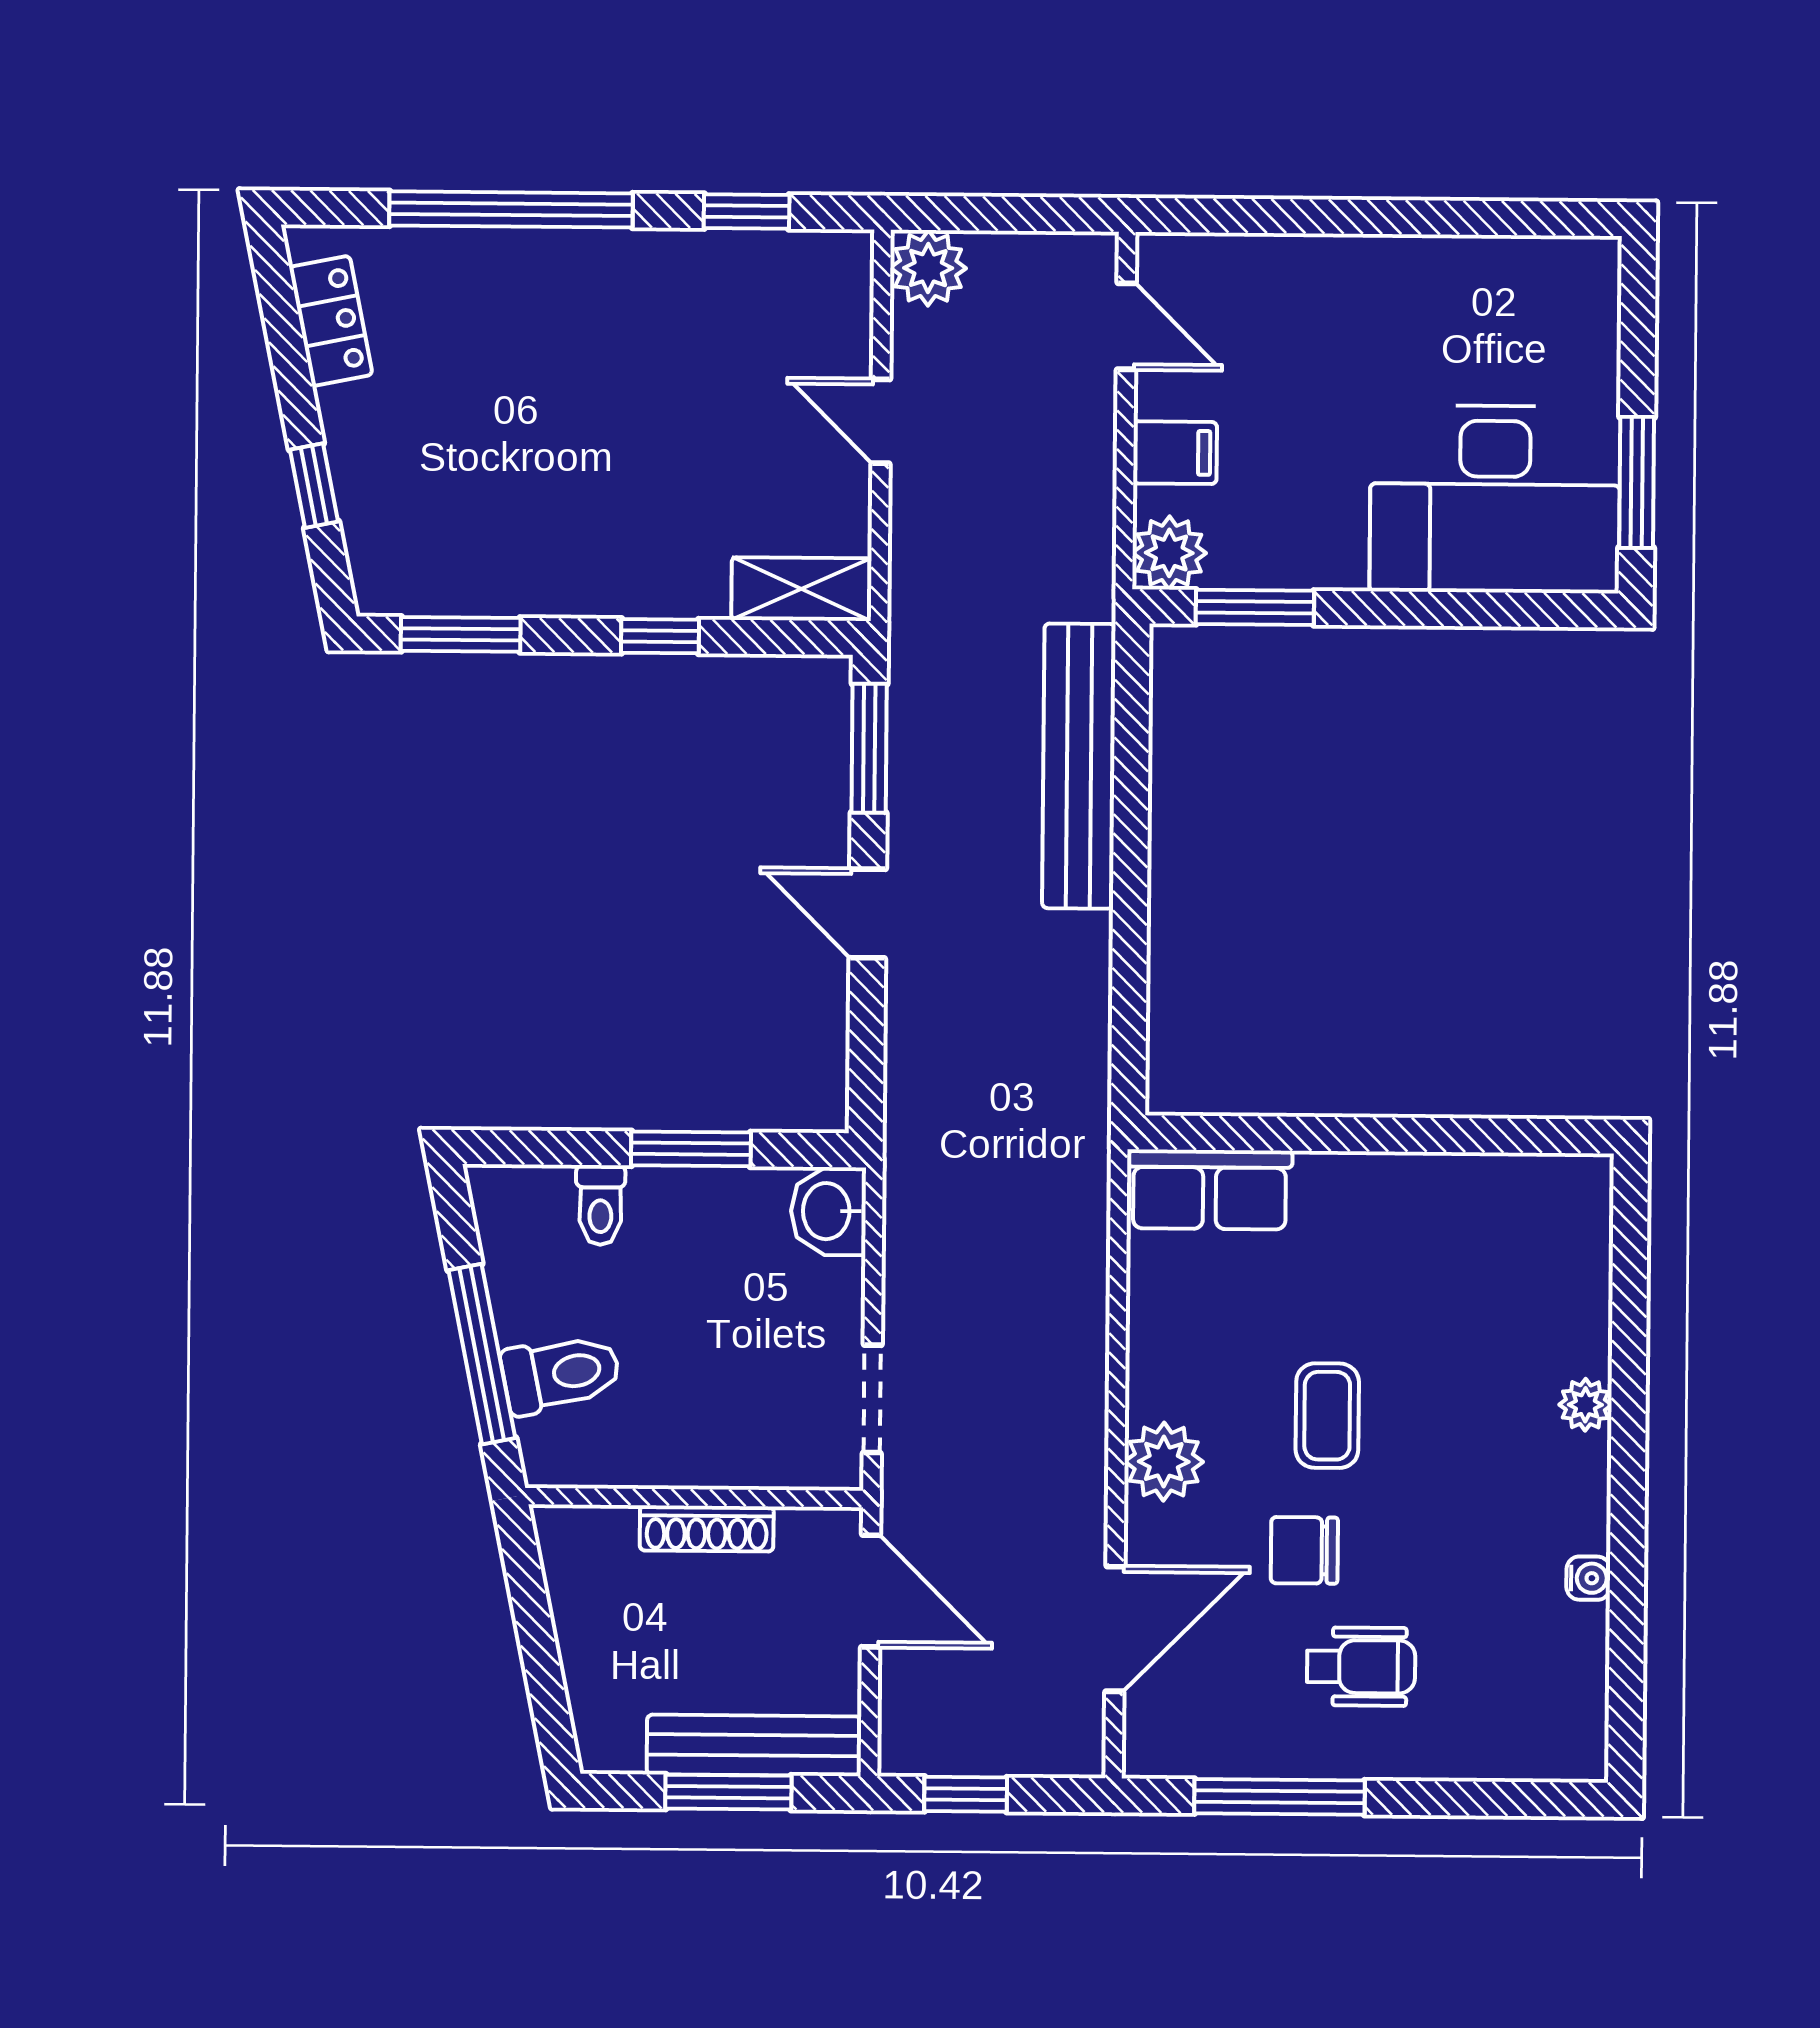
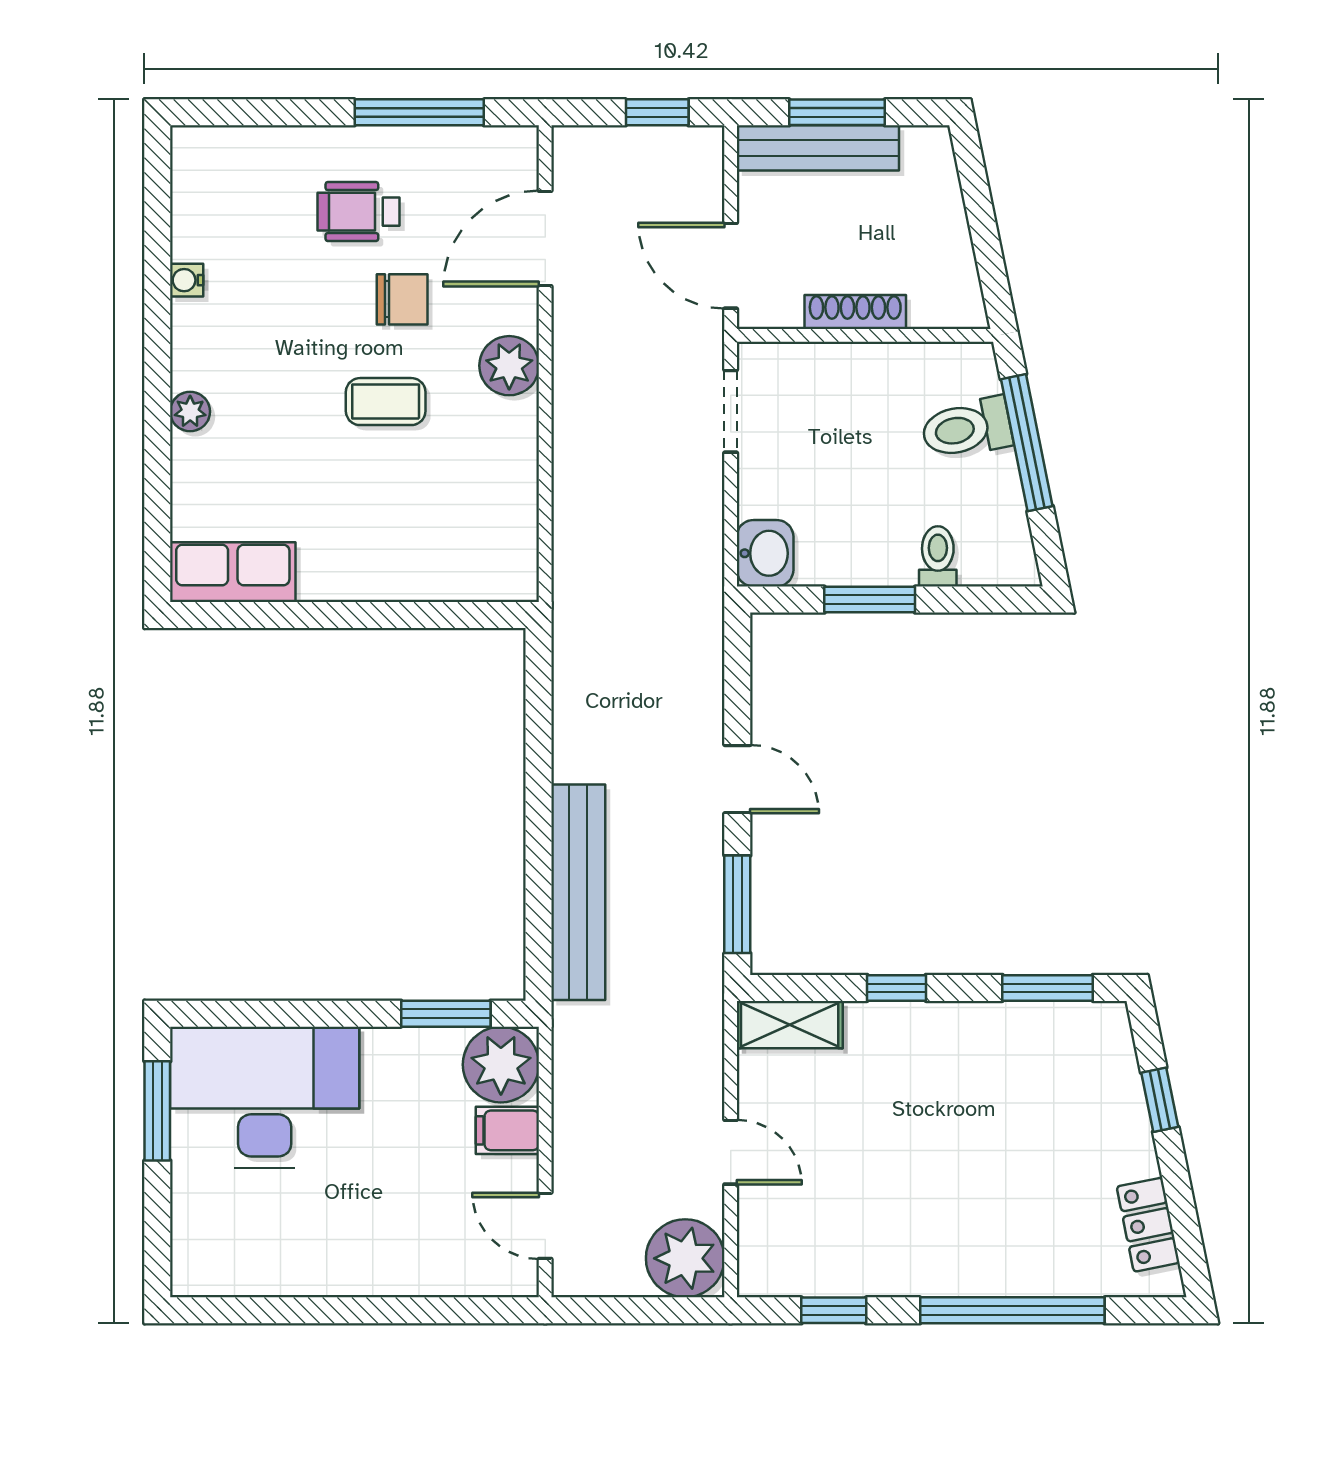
plant: (928, 268) -> (685, 1258), width x1.36, depth x1.36
plant: (1169, 553) -> (501, 1065), width x1.36, depth x1.36
row of seats: (1210, 1190) -> (233, 572), moved
coffee table: (1327, 1416) -> (386, 402), turned 90

